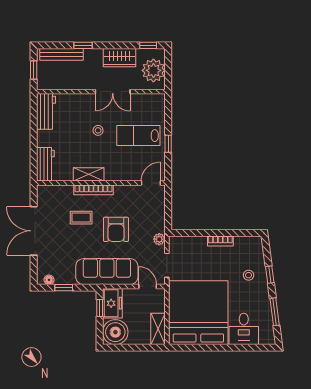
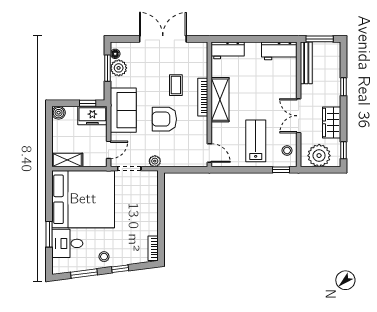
bench: (62, 54) -> (306, 63), moved
window: (34, 70) -> (320, 39), width x1.50
stool: (98, 130) -> (287, 150), moved
window: (168, 144) -> (281, 170), moved
shelving: (89, 174) -> (220, 100), width x1.50, depth x1.33
bookcase: (220, 241) -> (153, 248), moved
sofa: (107, 272) -> (123, 110), width x0.73
stool: (249, 275) -> (104, 257), moved
plant: (64, 276) -> (119, 68), added
window: (64, 288) -> (107, 68), width x1.50
boiler: (115, 332) -> (59, 113), width x0.54, depth x0.54
window: (234, 348) -> (49, 234), added

